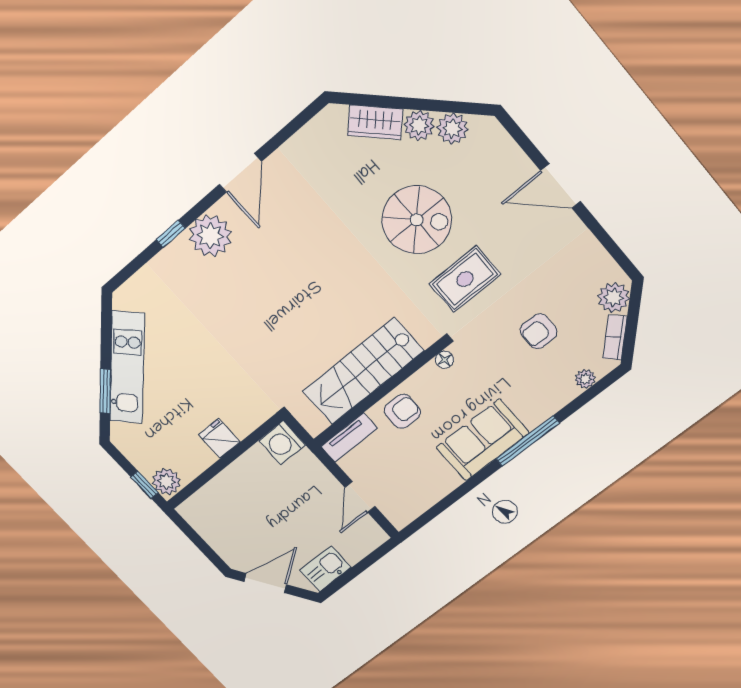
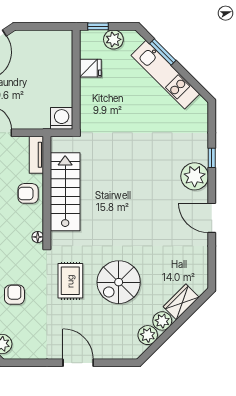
door: (561, 186) -> (78, 363), hinge flipped
armchair: (402, 411) -> (28, 193), turned 90
fridge: (219, 438) -> (90, 68), moved
plant: (166, 482) -> (113, 39), moved

